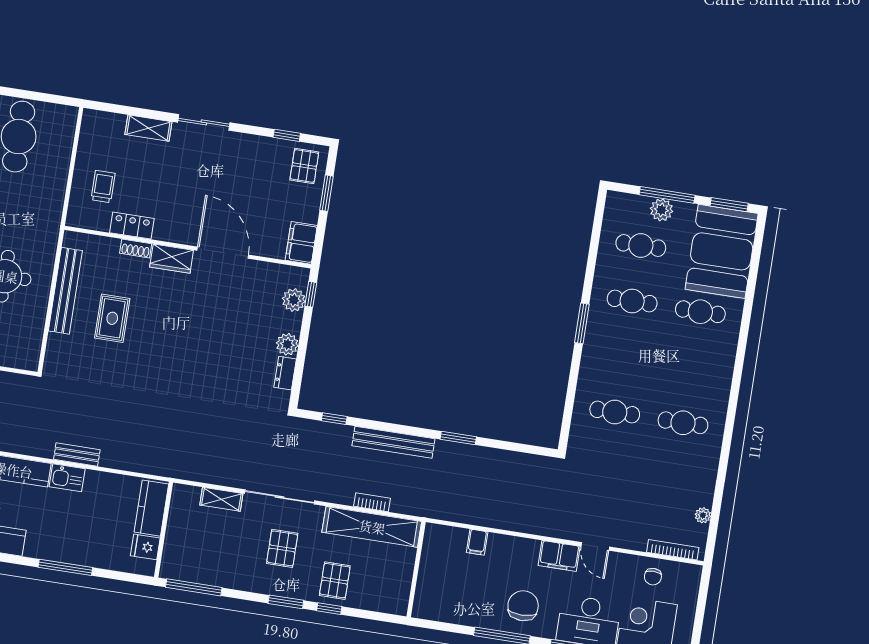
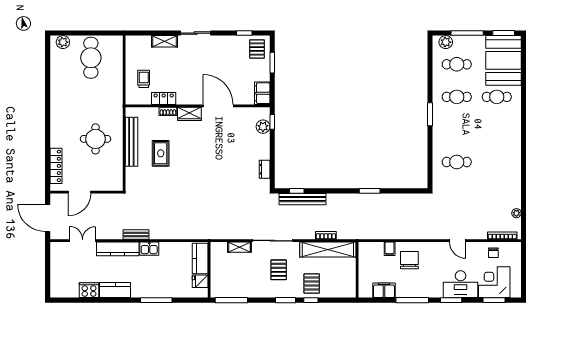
plant: (661, 210) -> (446, 42), moved
plant: (287, 344) -> (263, 153), removed
cafe table: (683, 423) -> (497, 162), removed
bench: (393, 442) -> (302, 199), moved
bench: (77, 454) -> (136, 234), moved
filing cabinet: (559, 556) -> (384, 290), moved, turned 180
chair: (523, 606) -> (409, 260), moved

